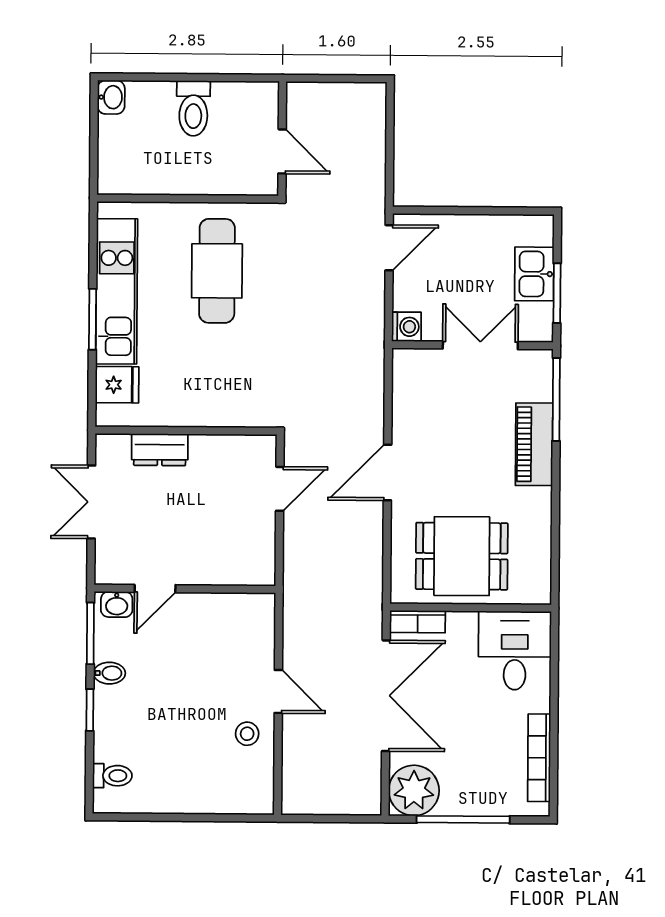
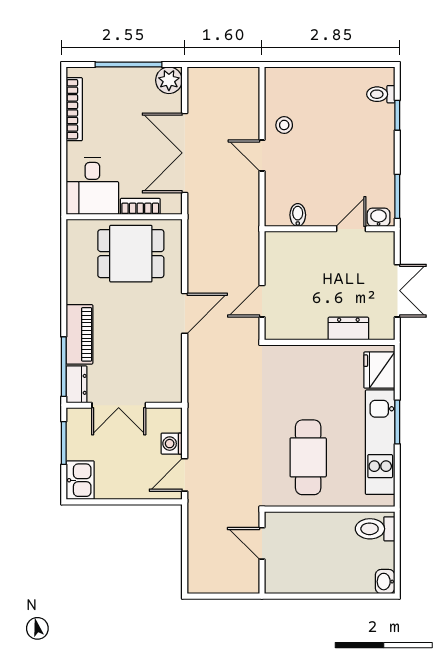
toilet: (193, 108) -> (375, 529), moved, turned -90
kitchen sink: (534, 274) -> (80, 480), moved
washing machine: (407, 327) -> (172, 444), moved
dresser: (539, 375) -> (77, 384), added
fridge: (117, 385) -> (379, 370), width x1.38
bookcase: (418, 622) -> (140, 206), moved
bidet: (109, 673) -> (298, 215), moved, turned 90
window: (90, 710) -> (397, 115), moved
plant: (414, 790) -> (169, 80), width x0.73, depth x0.73

